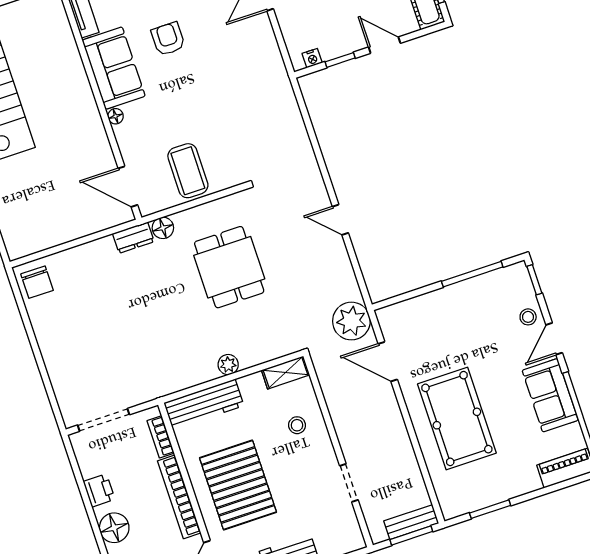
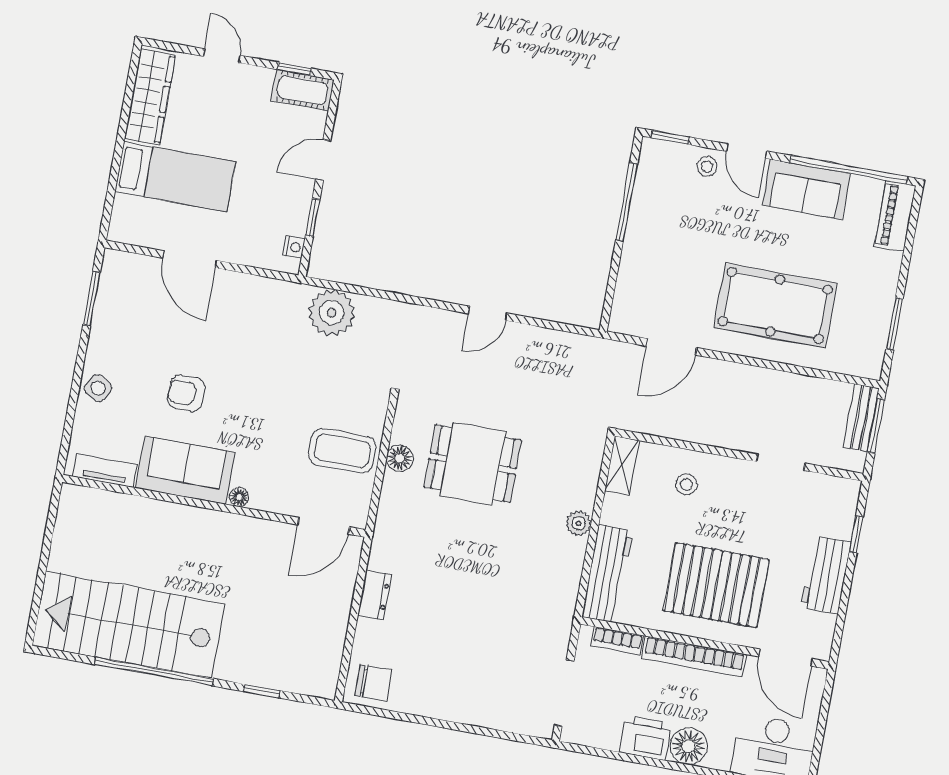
floor lamp: (163, 228) -> (400, 458), moved
dresser: (133, 238) -> (375, 595), moved
plant: (351, 321) -> (332, 313), moved
printer: (99, 490) -> (646, 738), width x1.36, depth x1.24

